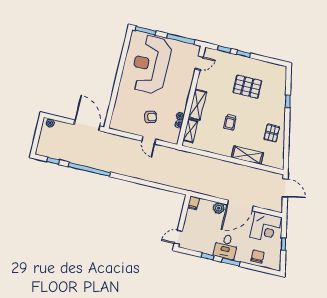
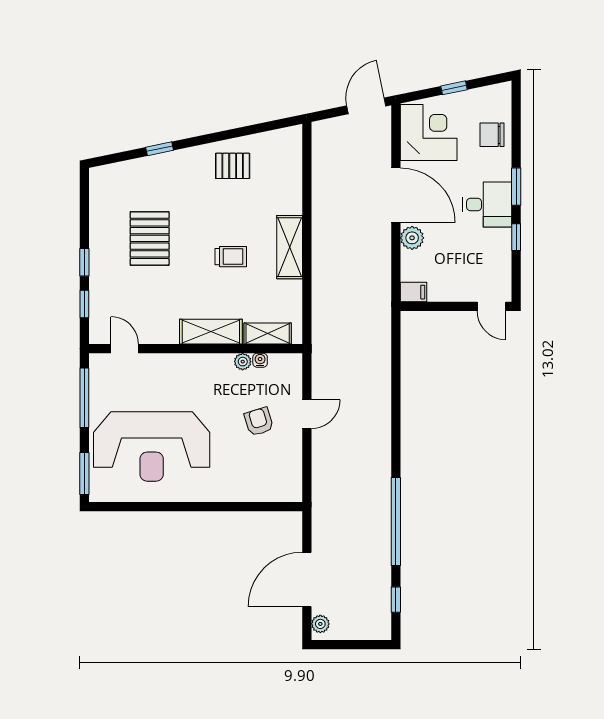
door: (87, 125) -> (307, 579), moved
shelving: (247, 155) -> (290, 247), moved
door: (285, 188) -> (366, 106), moved

